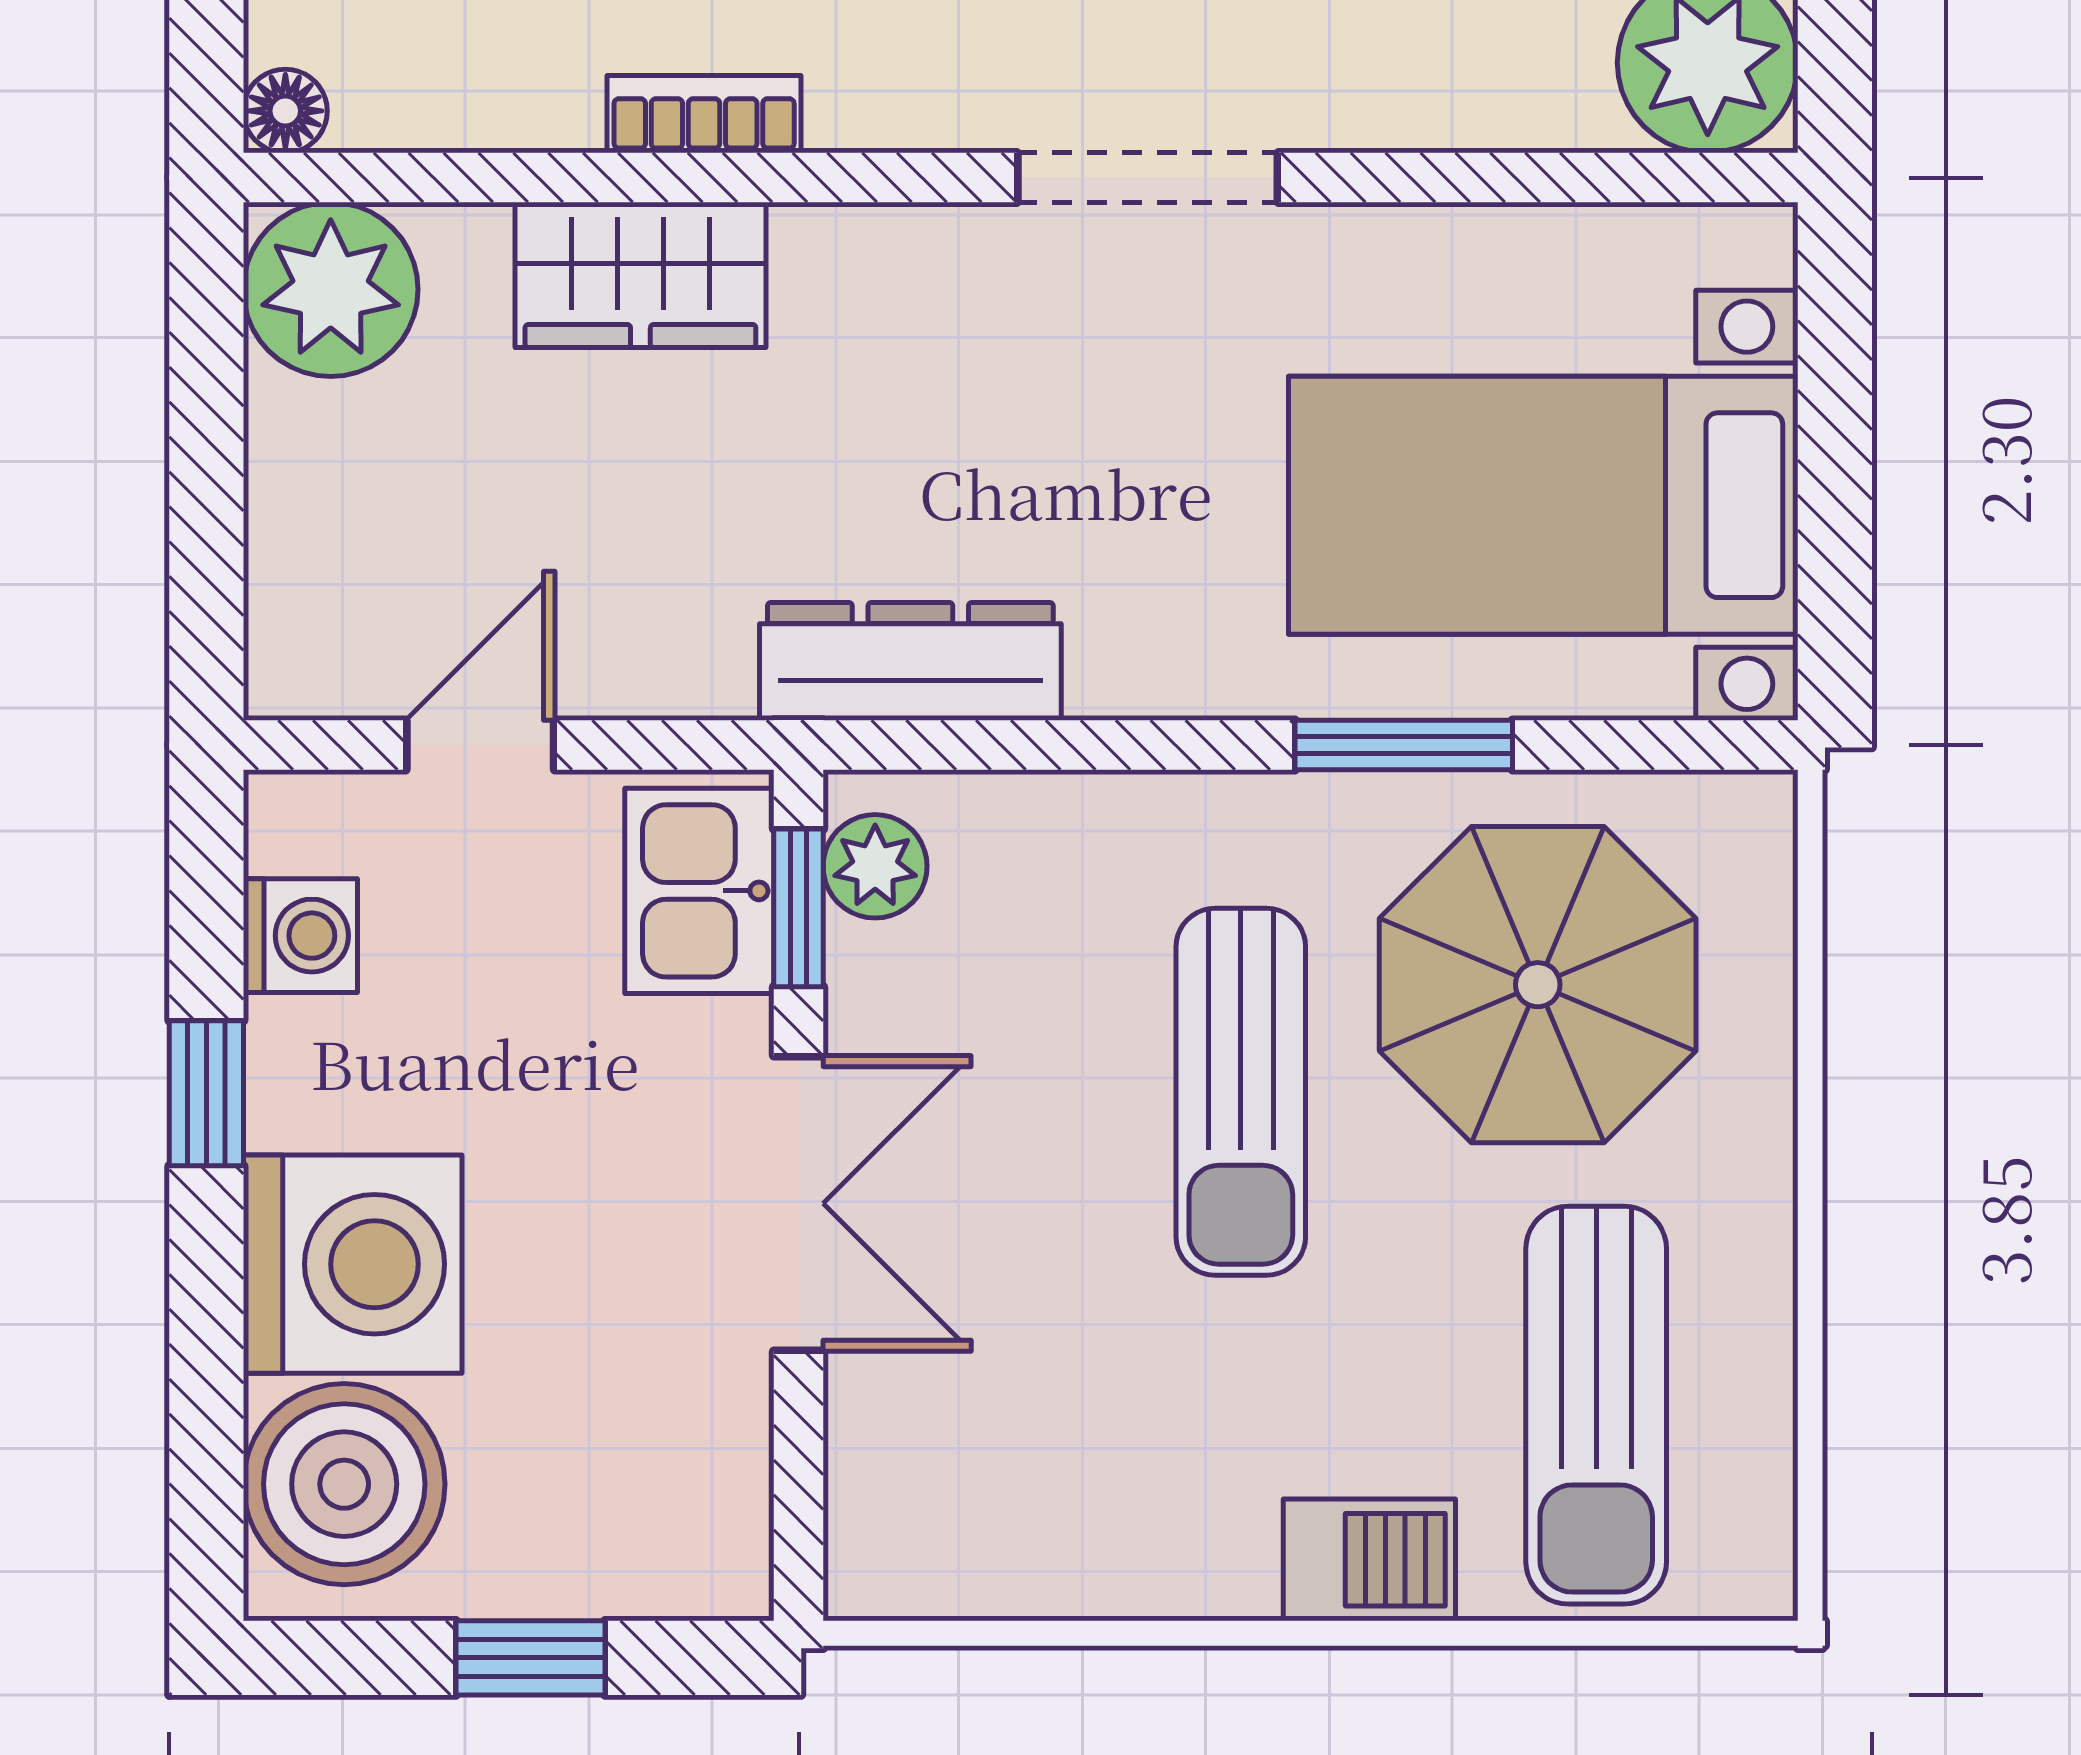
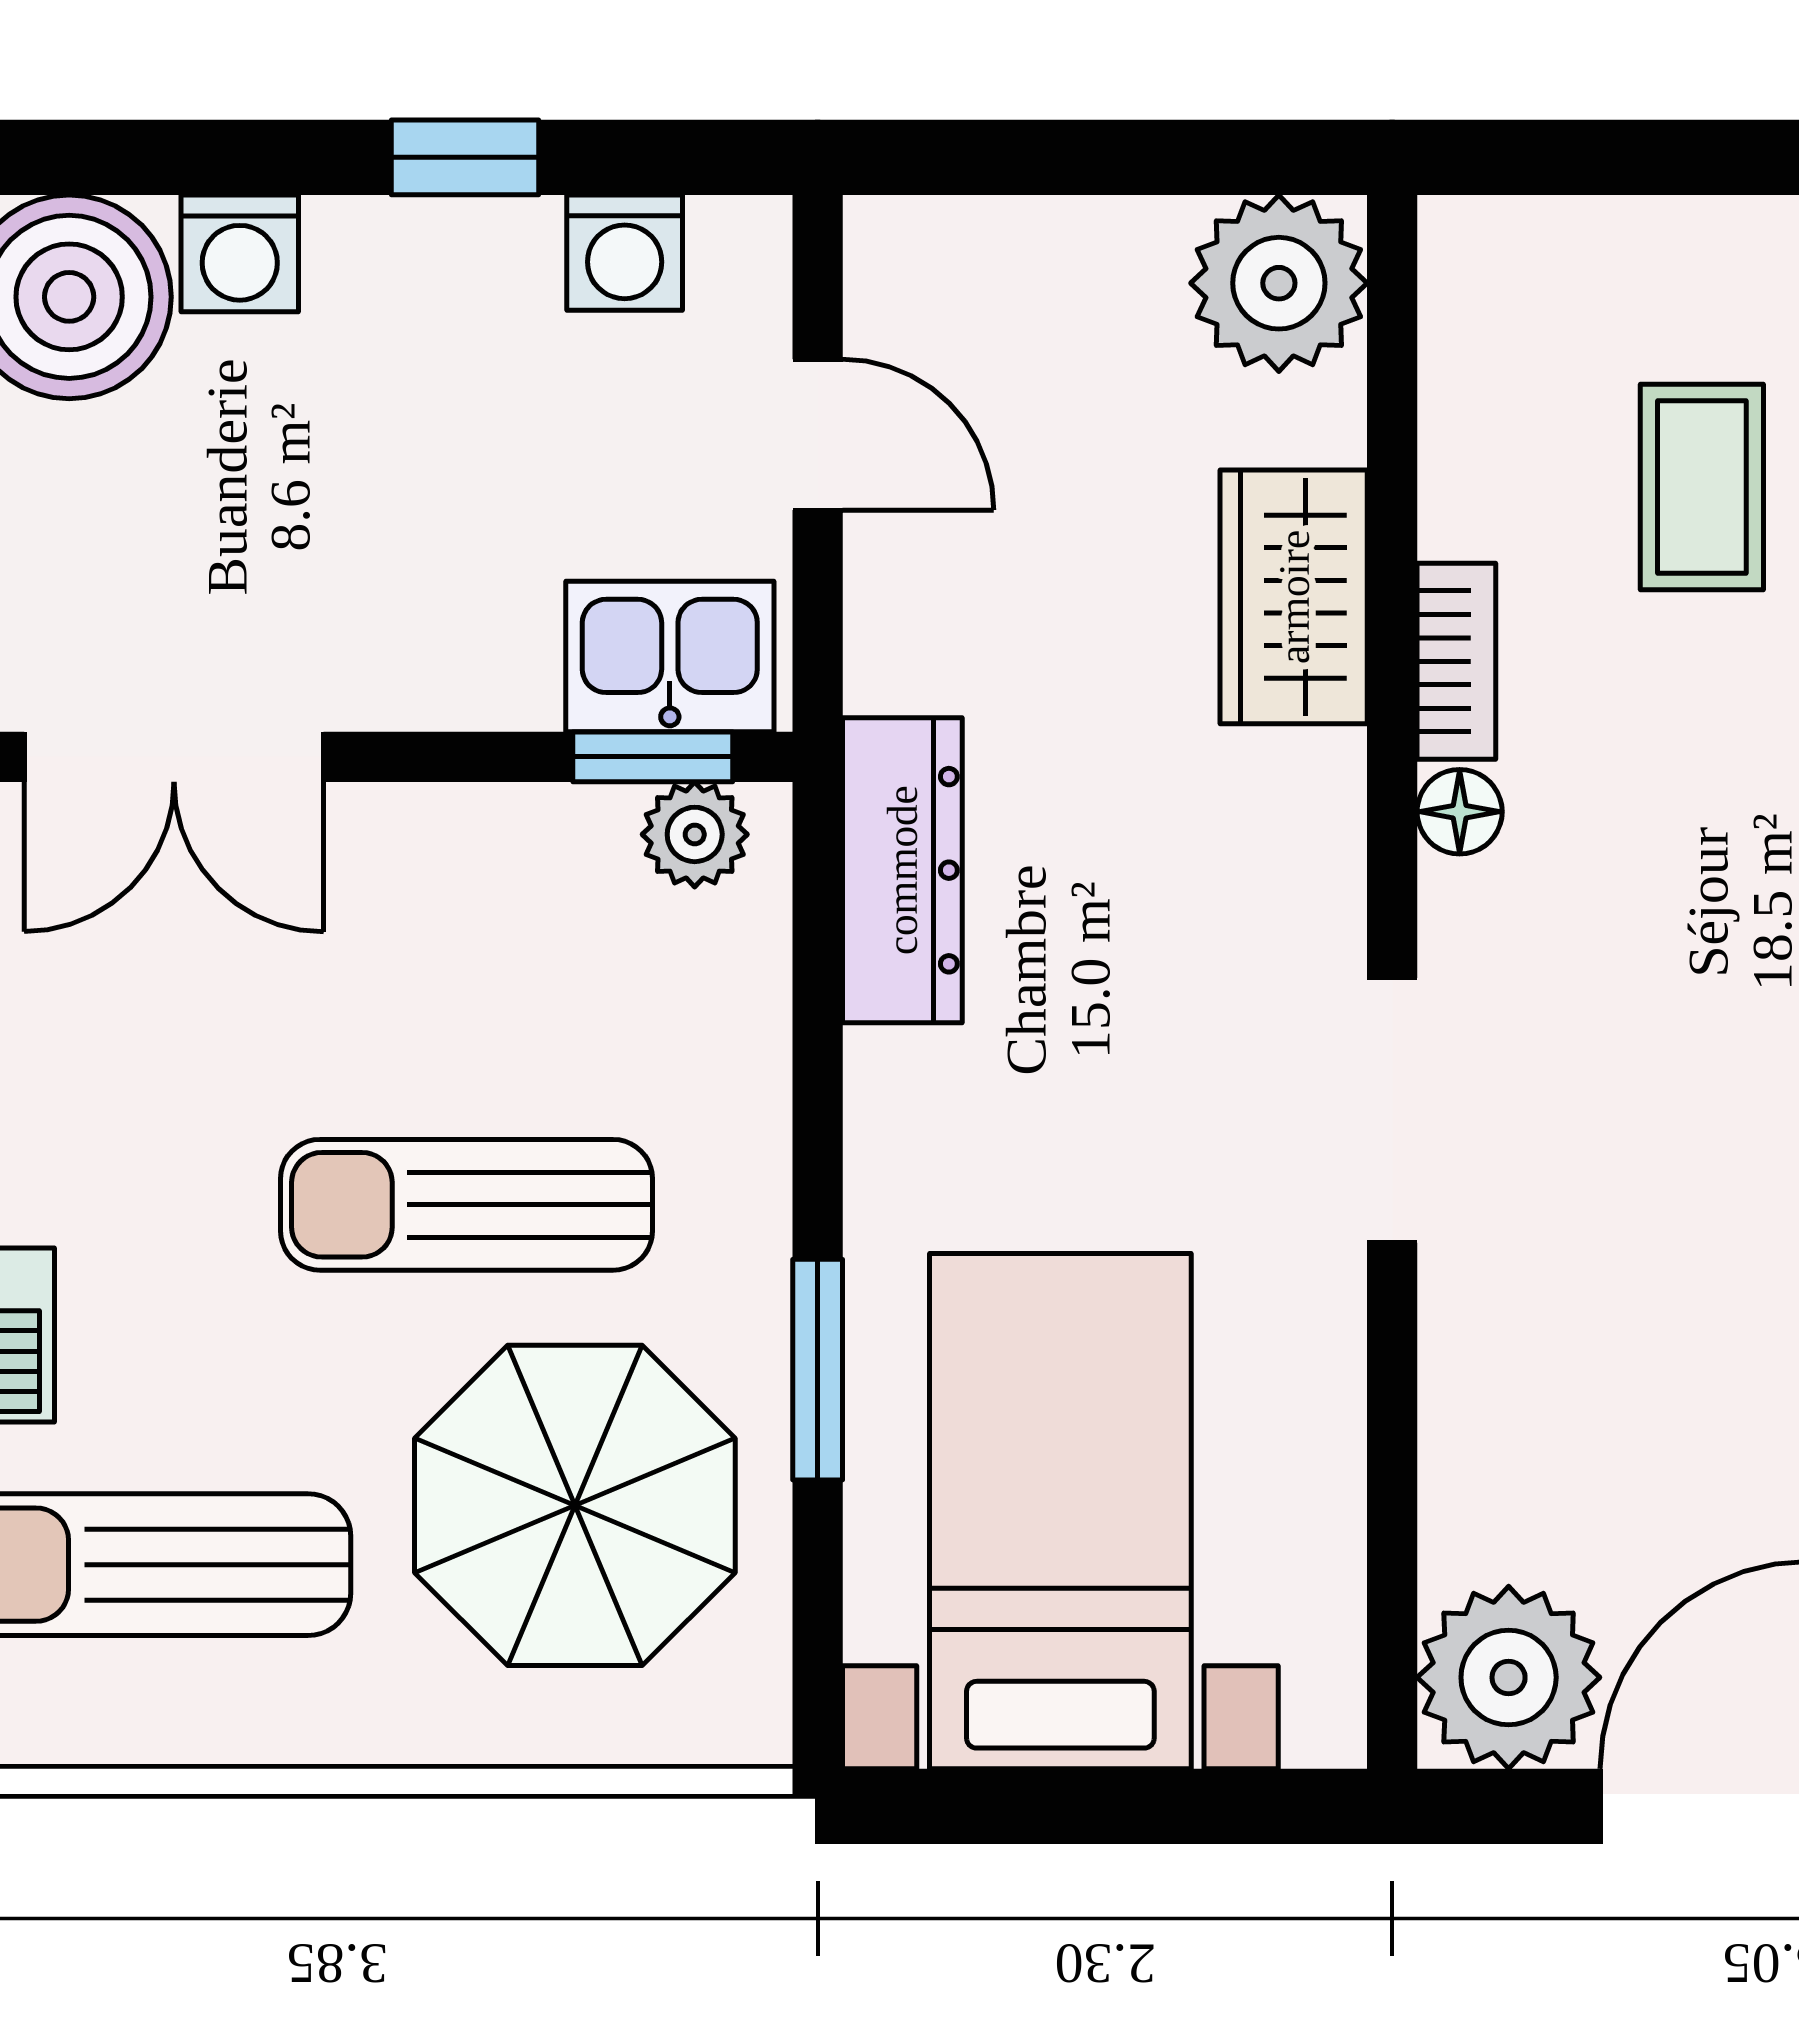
floor lamp: (285, 111) -> (1460, 812), moved
double door: (799, 1203) -> (174, 757), moved
washing machine: (353, 1264) -> (240, 253), width x0.53, depth x0.53

